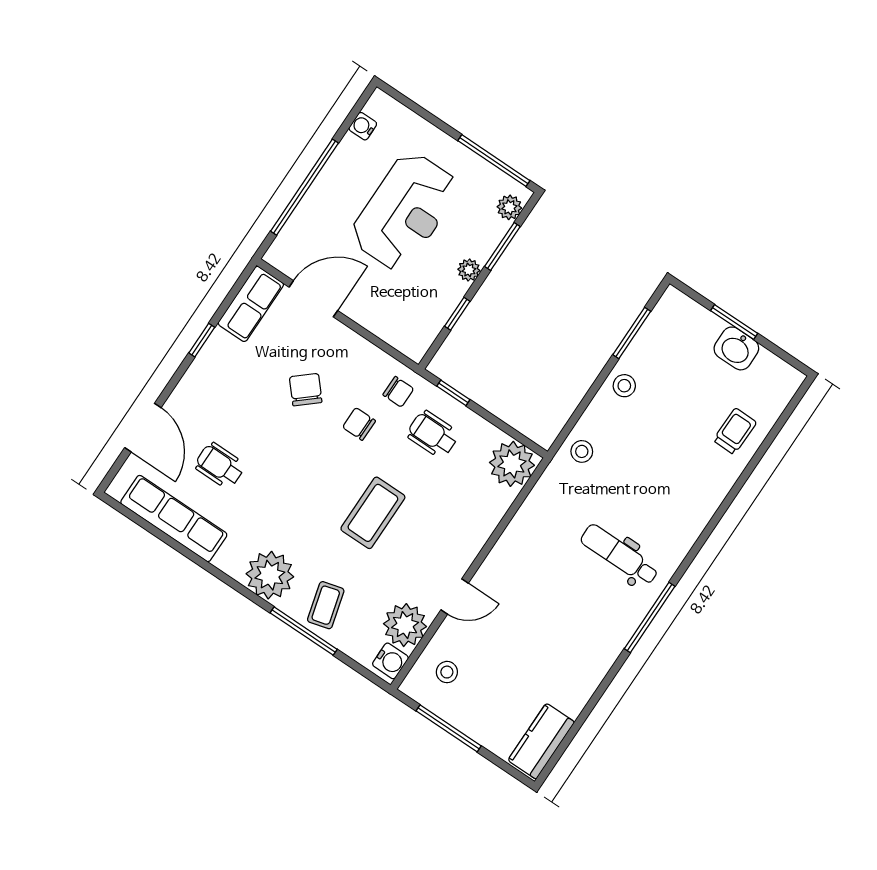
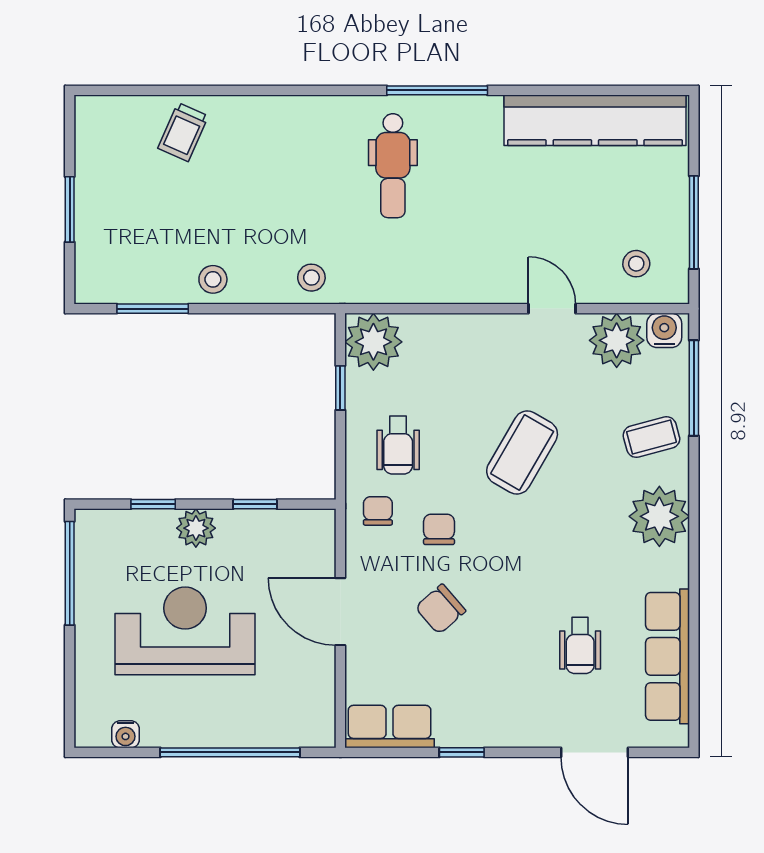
plant: (509, 207) -> (107, 524), removed
window: (502, 246) -> (153, 504), width x0.67
plant: (469, 270) -> (196, 528), width x1.38, depth x1.38
door: (313, 299) -> (340, 612), moved
washbasin: (736, 348) -> (95, 188), removed
window: (453, 393) -> (340, 388), moved
chair: (359, 424) -> (439, 529), turned 180
door: (143, 428) -> (594, 752), swing flipped
trolley: (735, 431) -> (183, 132), turned -67
coffee table: (373, 513) -> (522, 453), turned -60
window: (304, 631) -> (694, 388), moved
kitchen counter: (541, 741) -> (595, 120), width x2.08, depth x1.17

